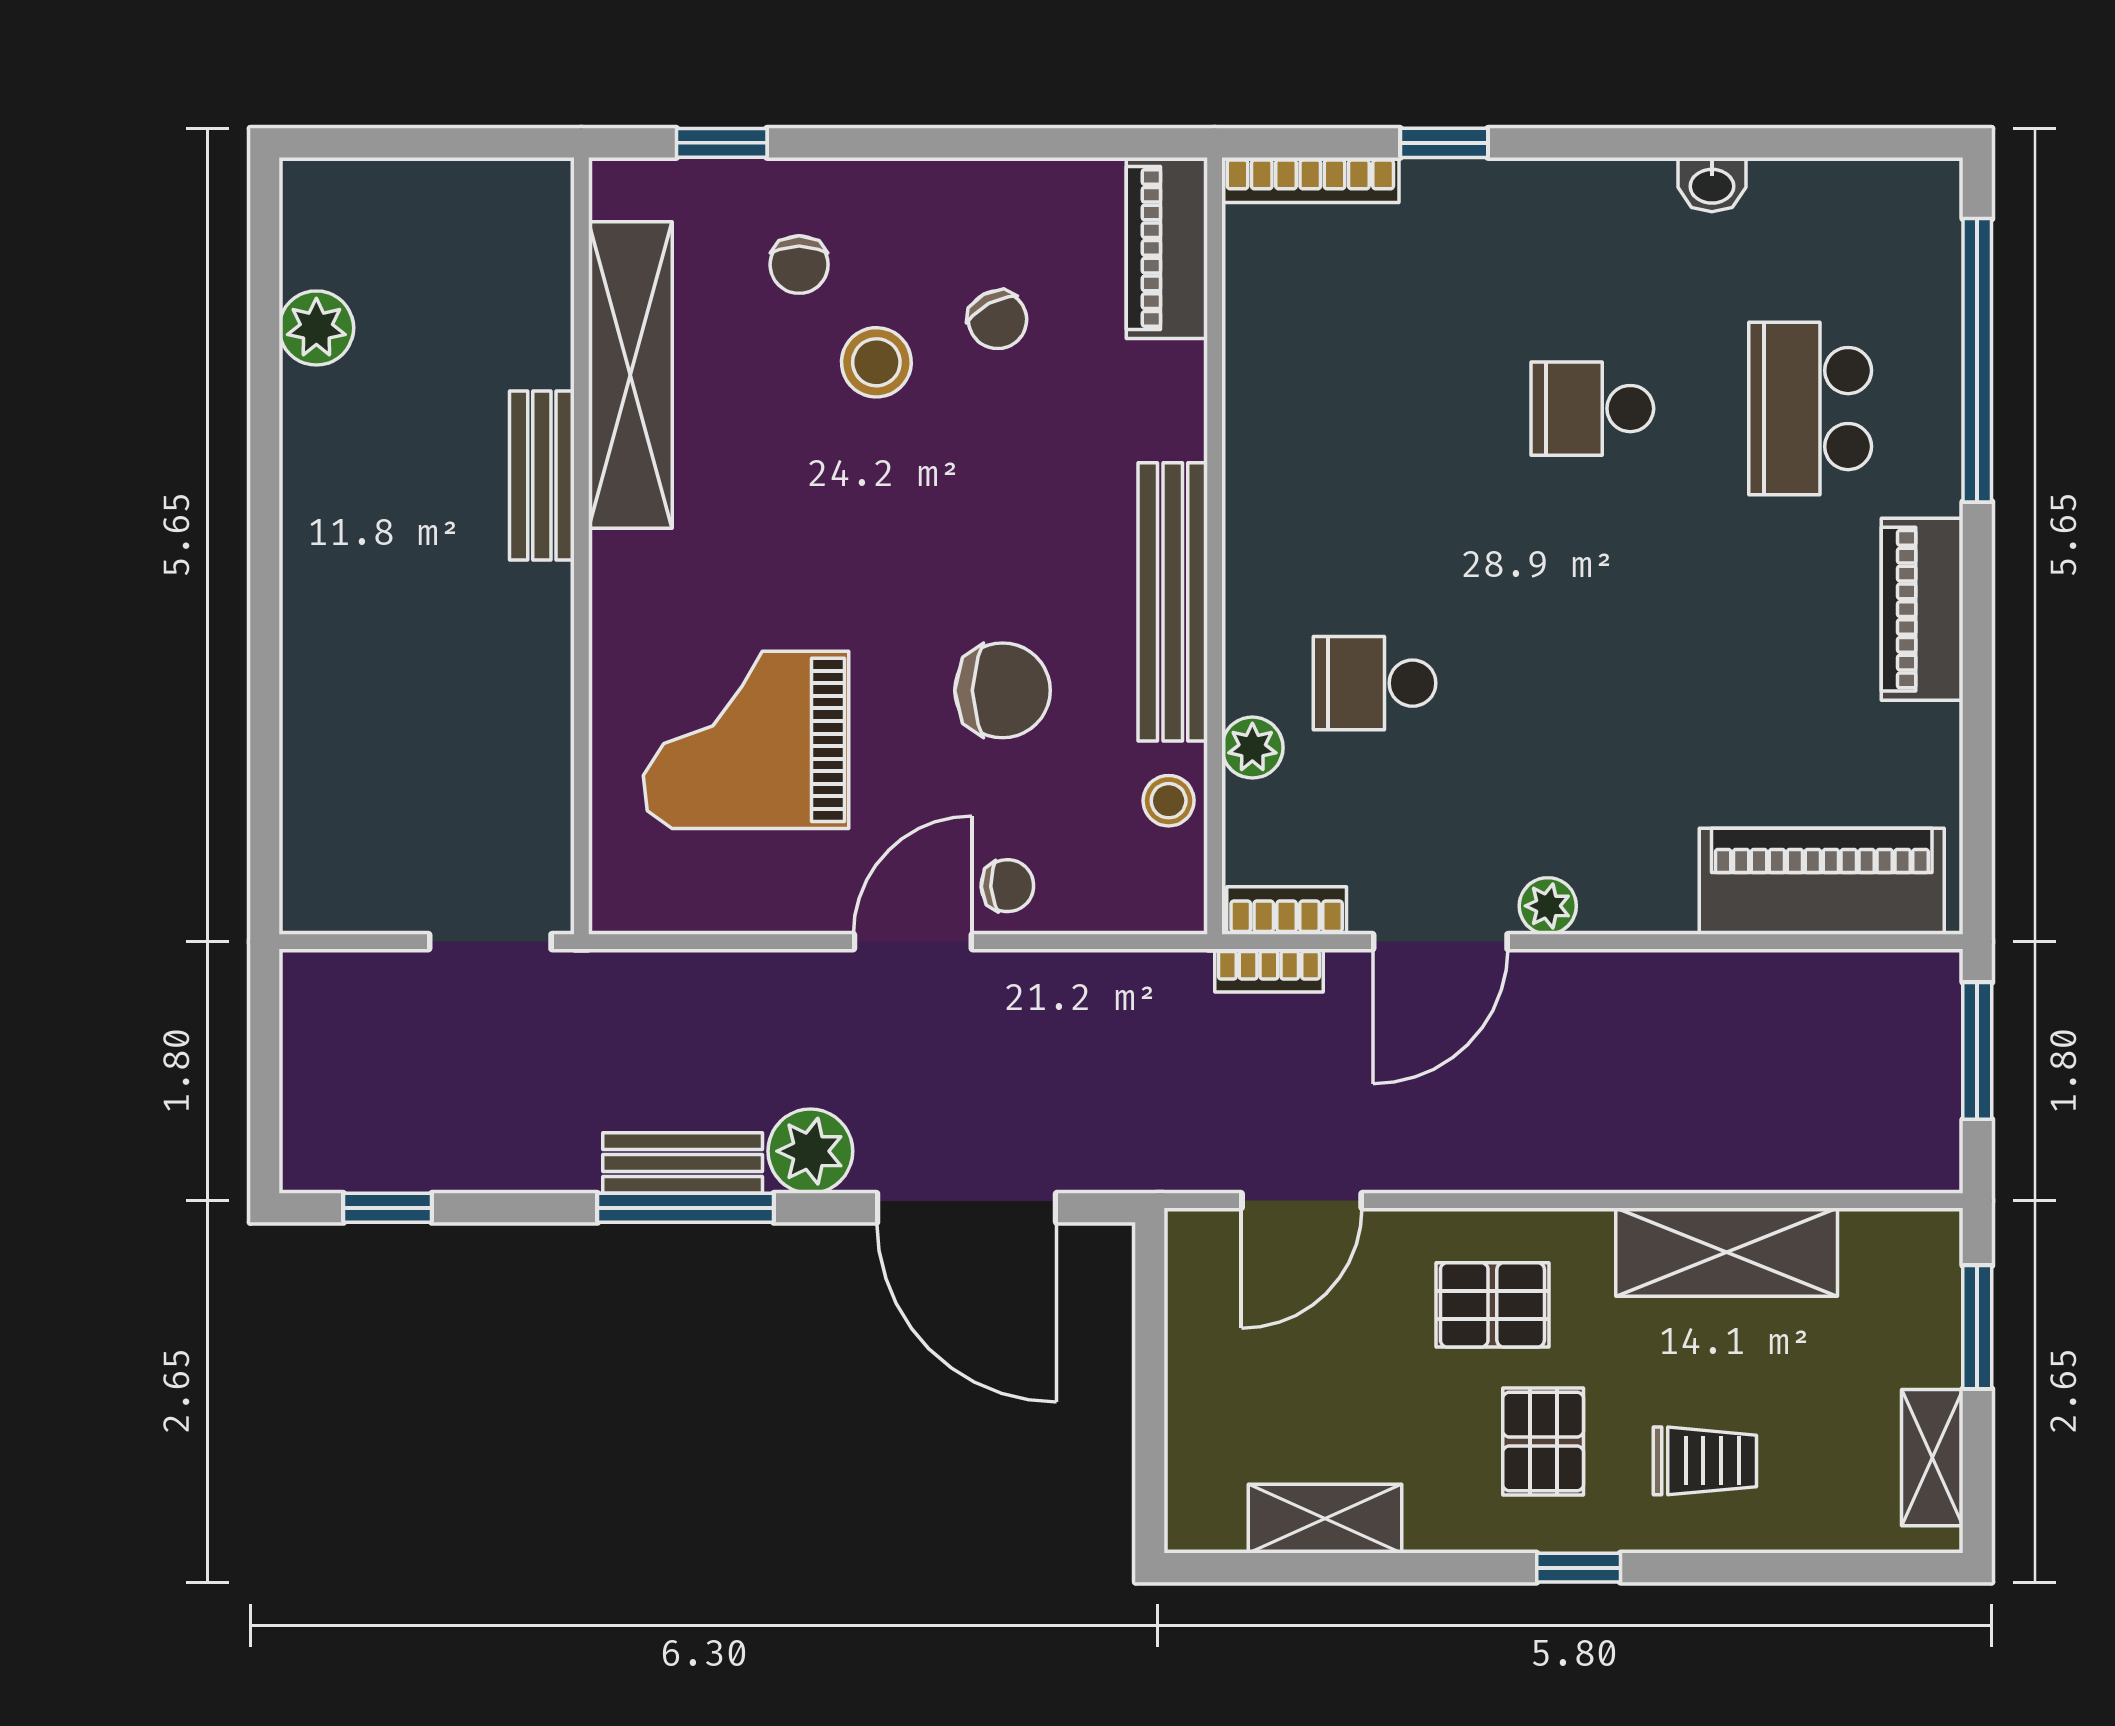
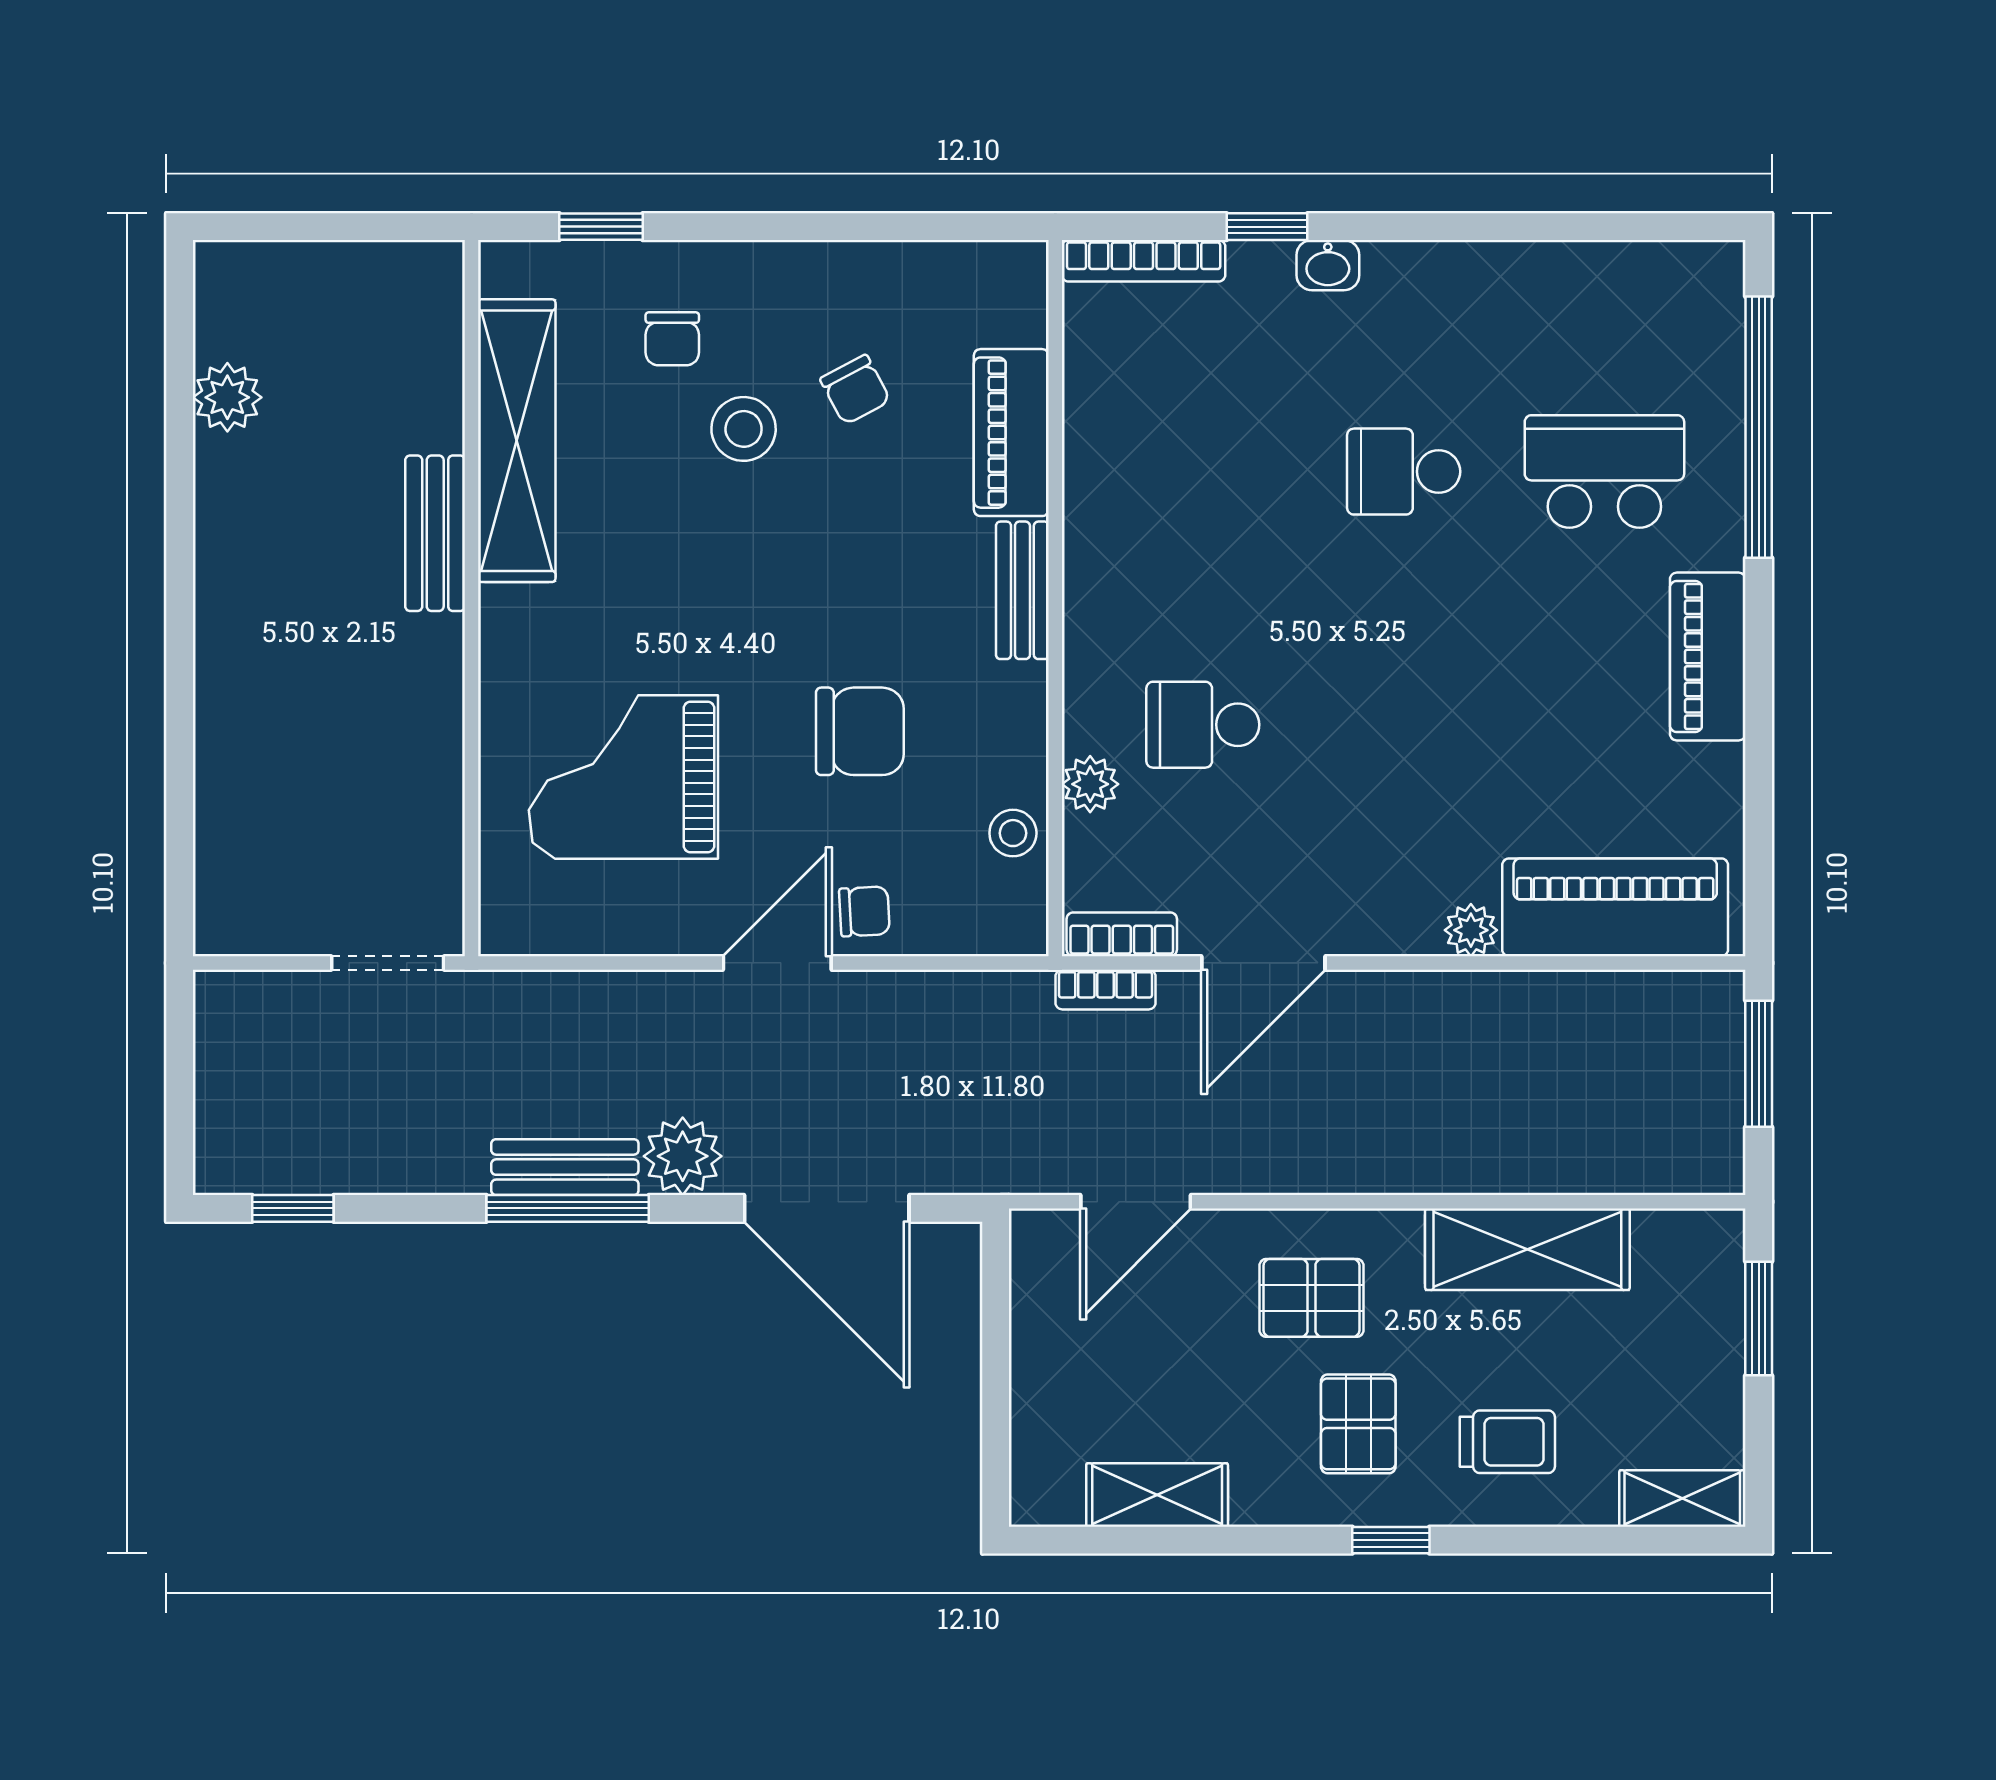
washbasin: (1712, 185) -> (1328, 265), moved
piano: (1167, 248) -> (1011, 433), moved
school desk: (1810, 409) -> (1604, 472), turned 90
bench: (1173, 602) -> (1022, 590), width x0.54, depth x0.82
plant: (1548, 906) -> (1471, 930), moved
shelving: (1932, 1458) -> (1682, 1499), moved, turned 90

